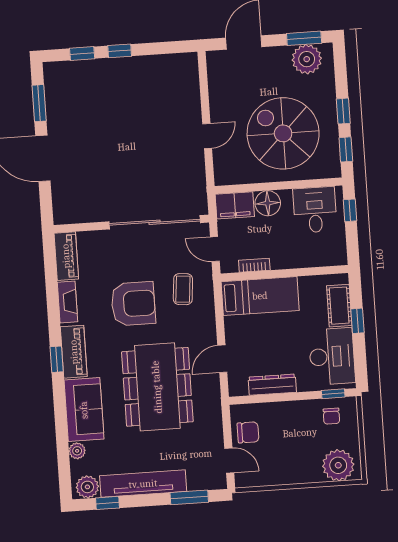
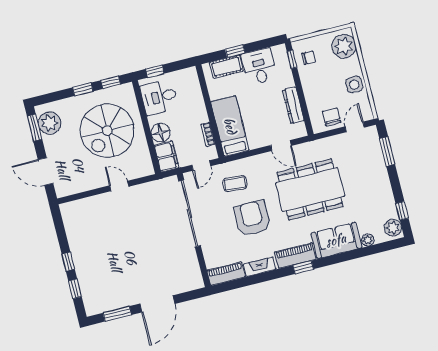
desk: (332, 356) -> (259, 67), width x0.73
side table: (285, 470) -> (354, 85), added
tv unit: (143, 484) -> (383, 187), removed

